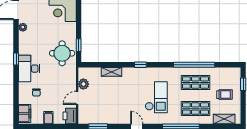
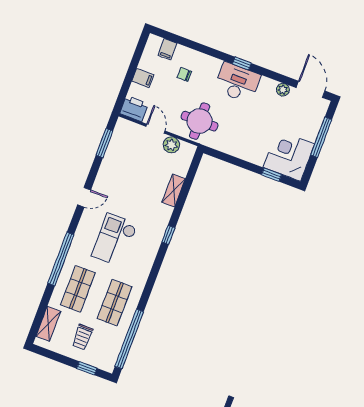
window: (79, 45) -> (272, 175), moved
round table: (62, 53) -> (200, 121), moved
window: (194, 65) -> (129, 339), moved
desk: (29, 69) -> (237, 83), moved
checkout: (156, 97) -> (114, 240), turned 90
filing cabinet: (25, 113) -> (167, 49), width x0.50

